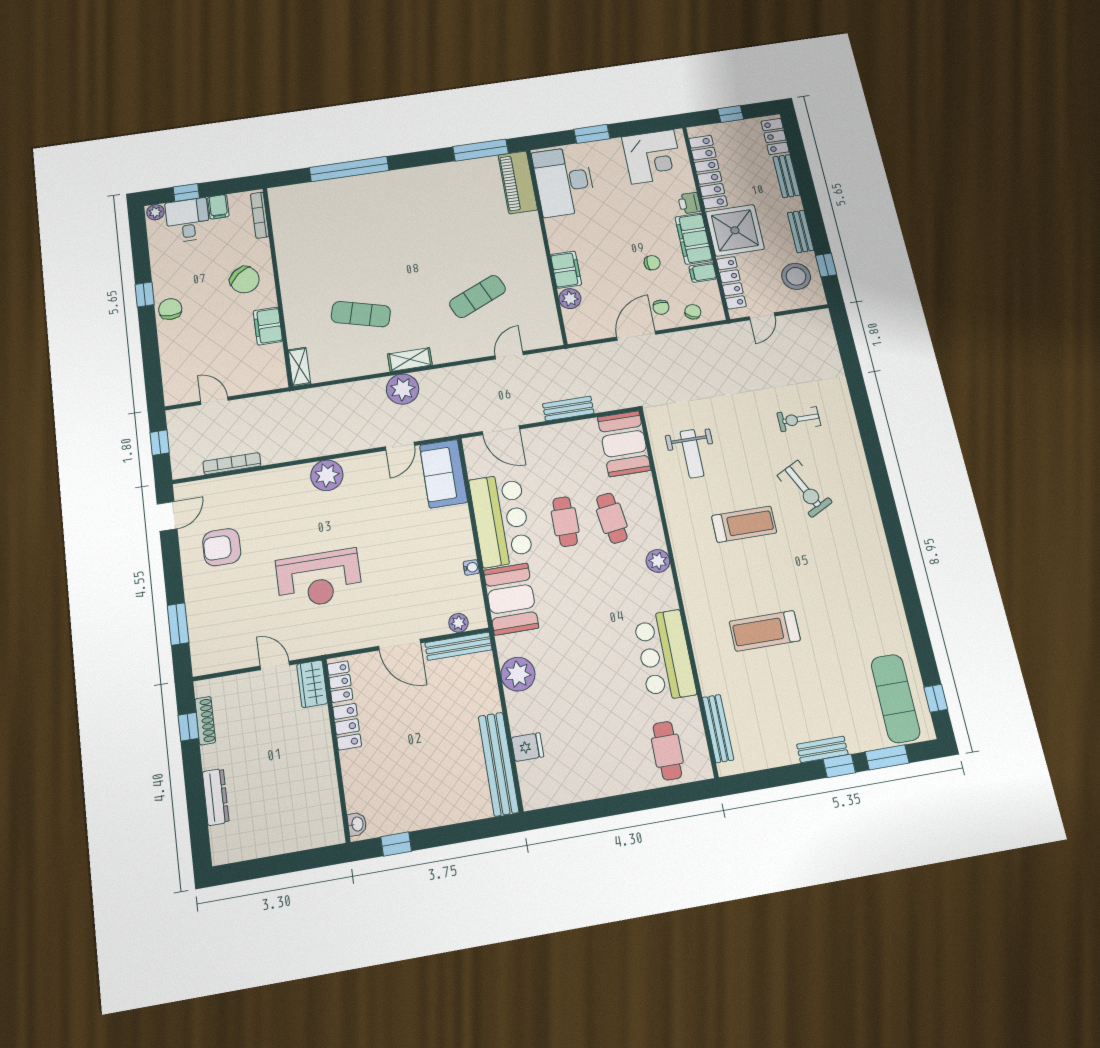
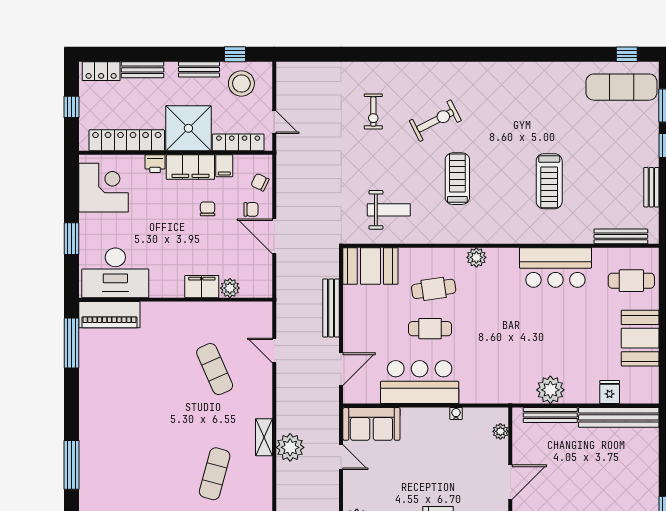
window: (349, 169) -> (72, 465), width x0.68
bench: (568, 409) -> (331, 308), width x1.36
booth: (511, 599) -> (640, 338), moved, turned 90
bench: (458, 646) -> (550, 415), moved, turned 90
bench: (822, 749) -> (651, 187), moved

